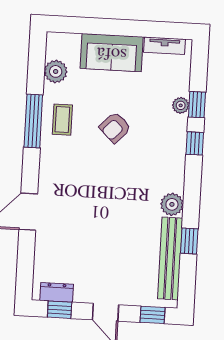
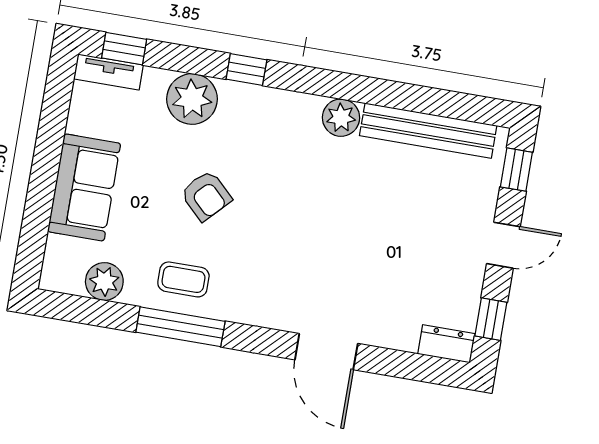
tv unit: (165, 46) -> (108, 72), moved, turned 90
plant: (181, 105) -> (192, 99), width x1.88, depth x1.88
window: (197, 105) -> (124, 49), moved
window: (189, 241) -> (403, 96), removed
dresser: (57, 292) -> (446, 344), moved, turned 90

